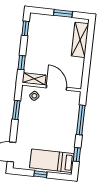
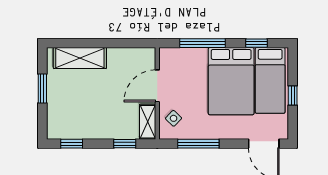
window: (16, 110) -> (198, 144), width x1.44
bed: (54, 136) -> (231, 81), added

